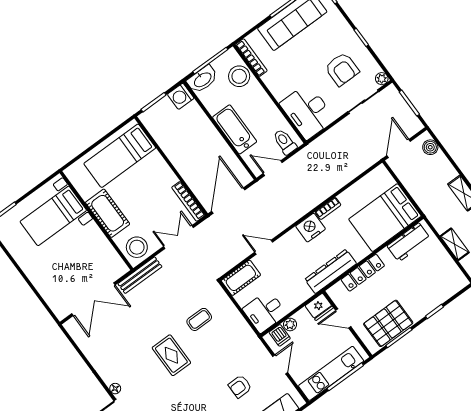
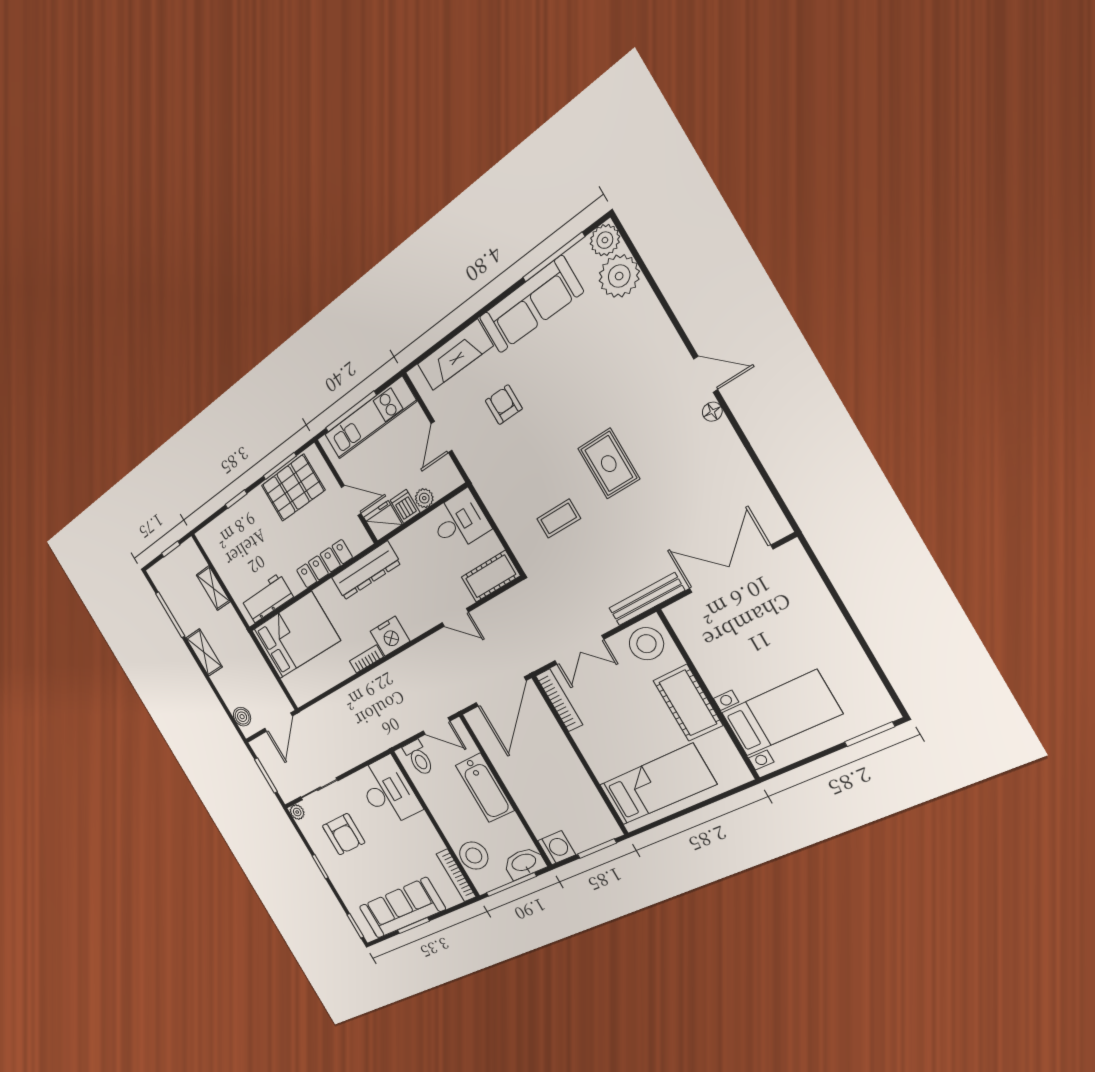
armchair: (342, 69) -> (344, 834), turned 180
dishwasher: (280, 335) -> (405, 506), moved
armchair: (240, 386) -> (504, 405), turned -90

